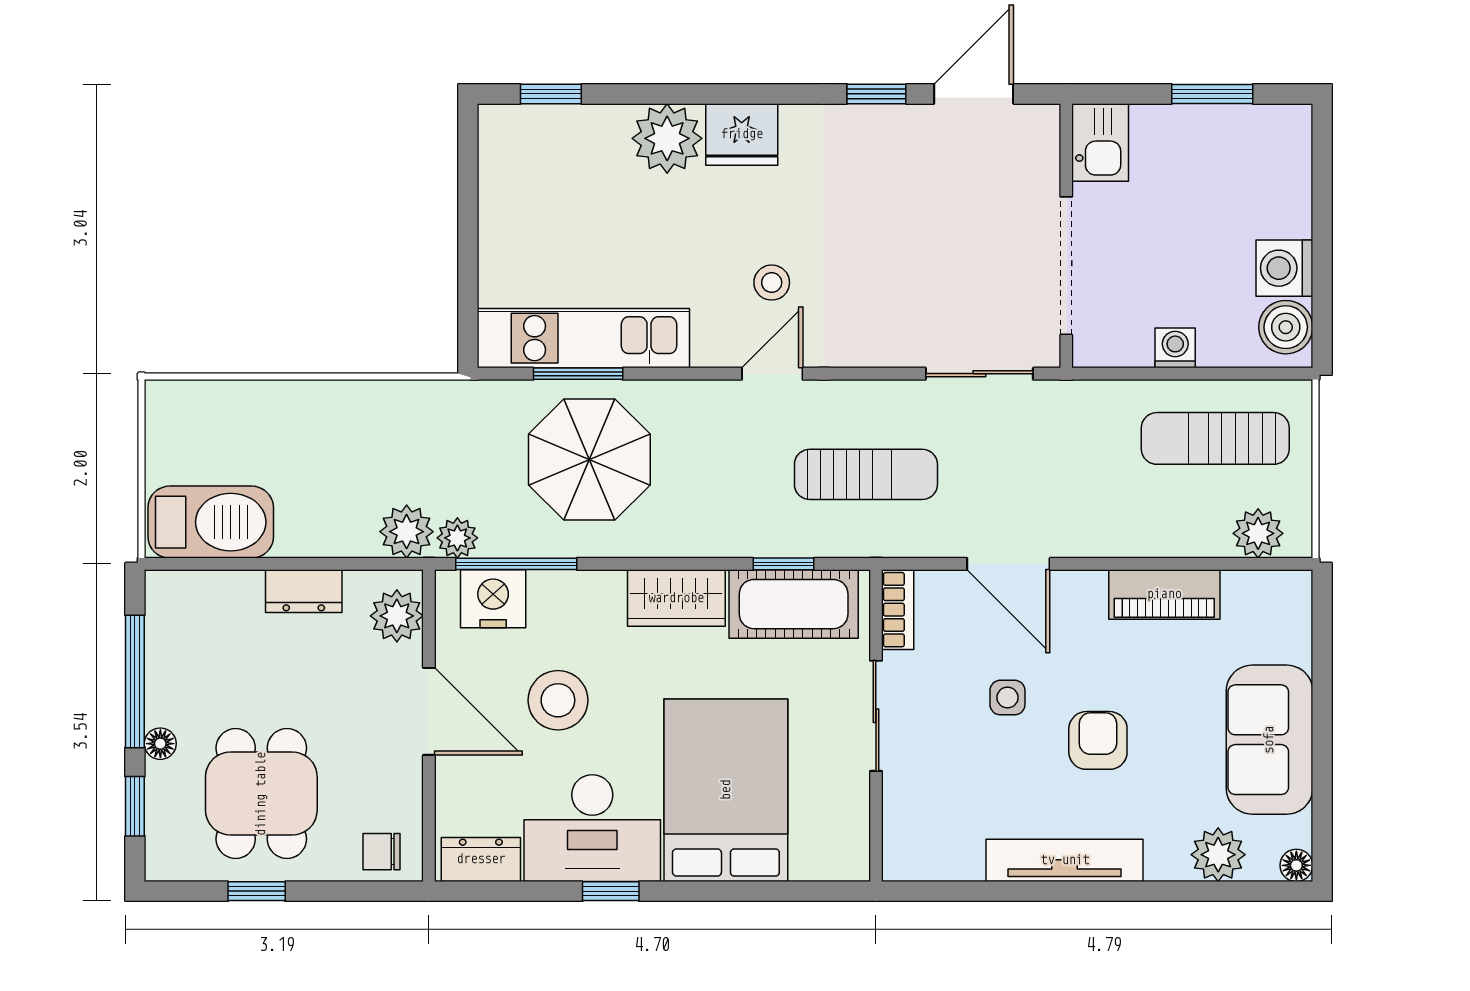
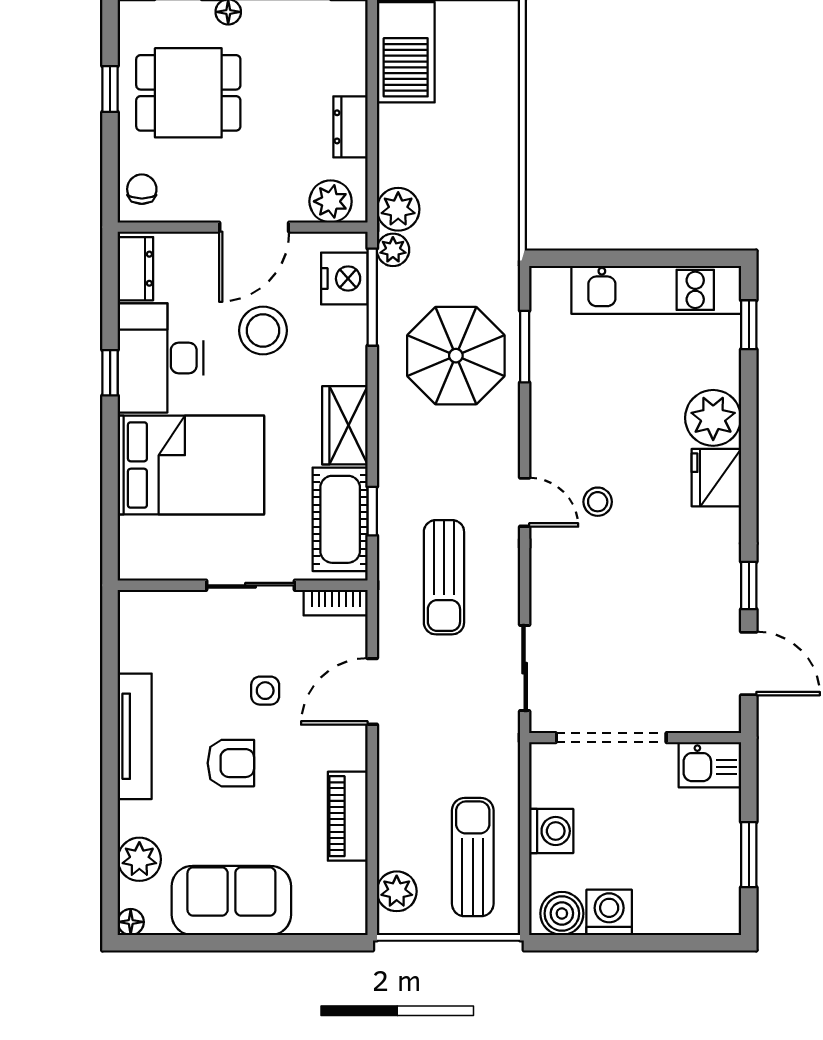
kitchen unit: (583, 338) -> (656, 290), moved, turned 90
washing machine: (1175, 348) -> (551, 831), width x1.38, depth x1.38

